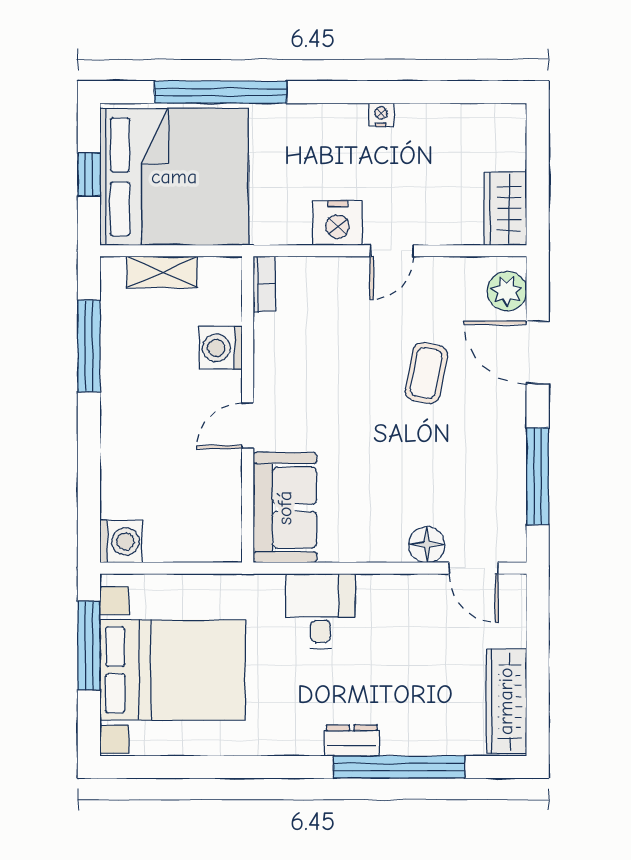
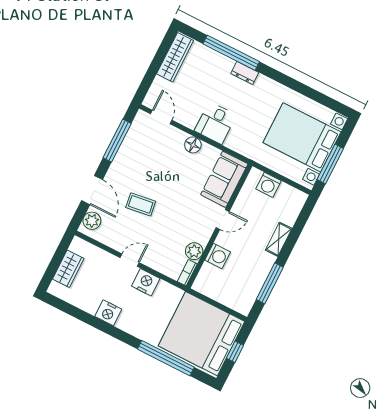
nightstand: (381, 115) -> (108, 313), width x1.89, depth x1.79
wardrobe: (505, 209) -> (68, 269), moved
shelving: (162, 272) -> (279, 239), moved, turned 90
plant: (272, 334) -> (194, 251), added
coffee table: (426, 373) -> (141, 204), turned 71
washing machine: (121, 541) -> (268, 185), moved, turned -90
floor lamp: (427, 545) -> (193, 145), moved
desk: (320, 611) -> (215, 123), moved

